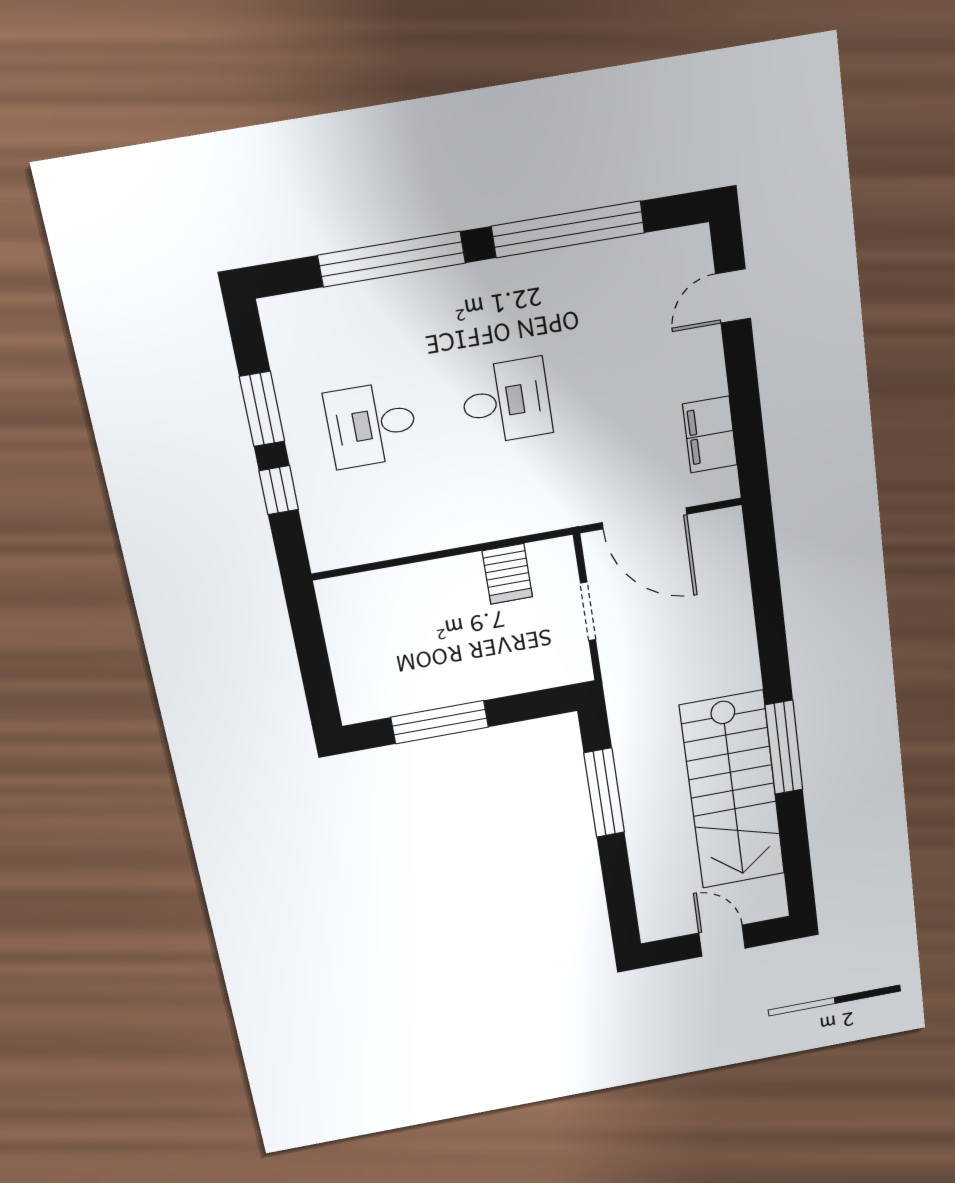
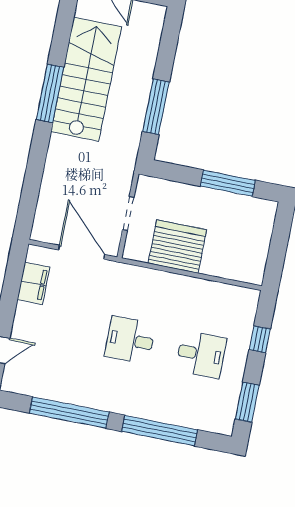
window: (262, 409) -> (247, 402), moved
server rack: (507, 574) -> (177, 247), width x2.18, depth x1.44

